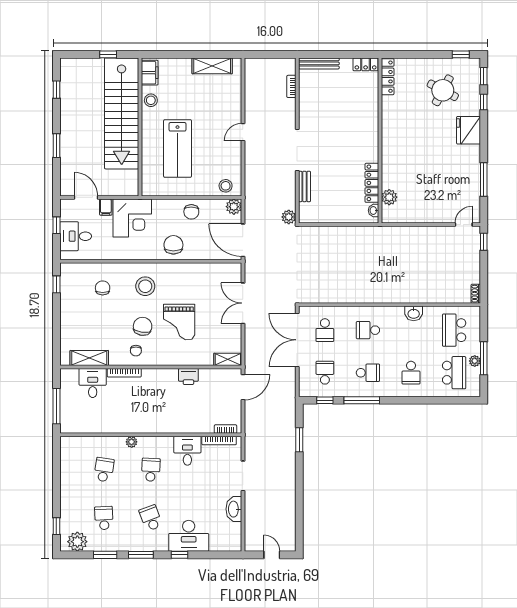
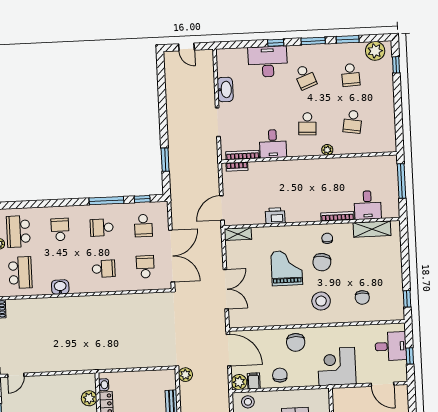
filing cabinet: (106, 207) -> (254, 381), moved

